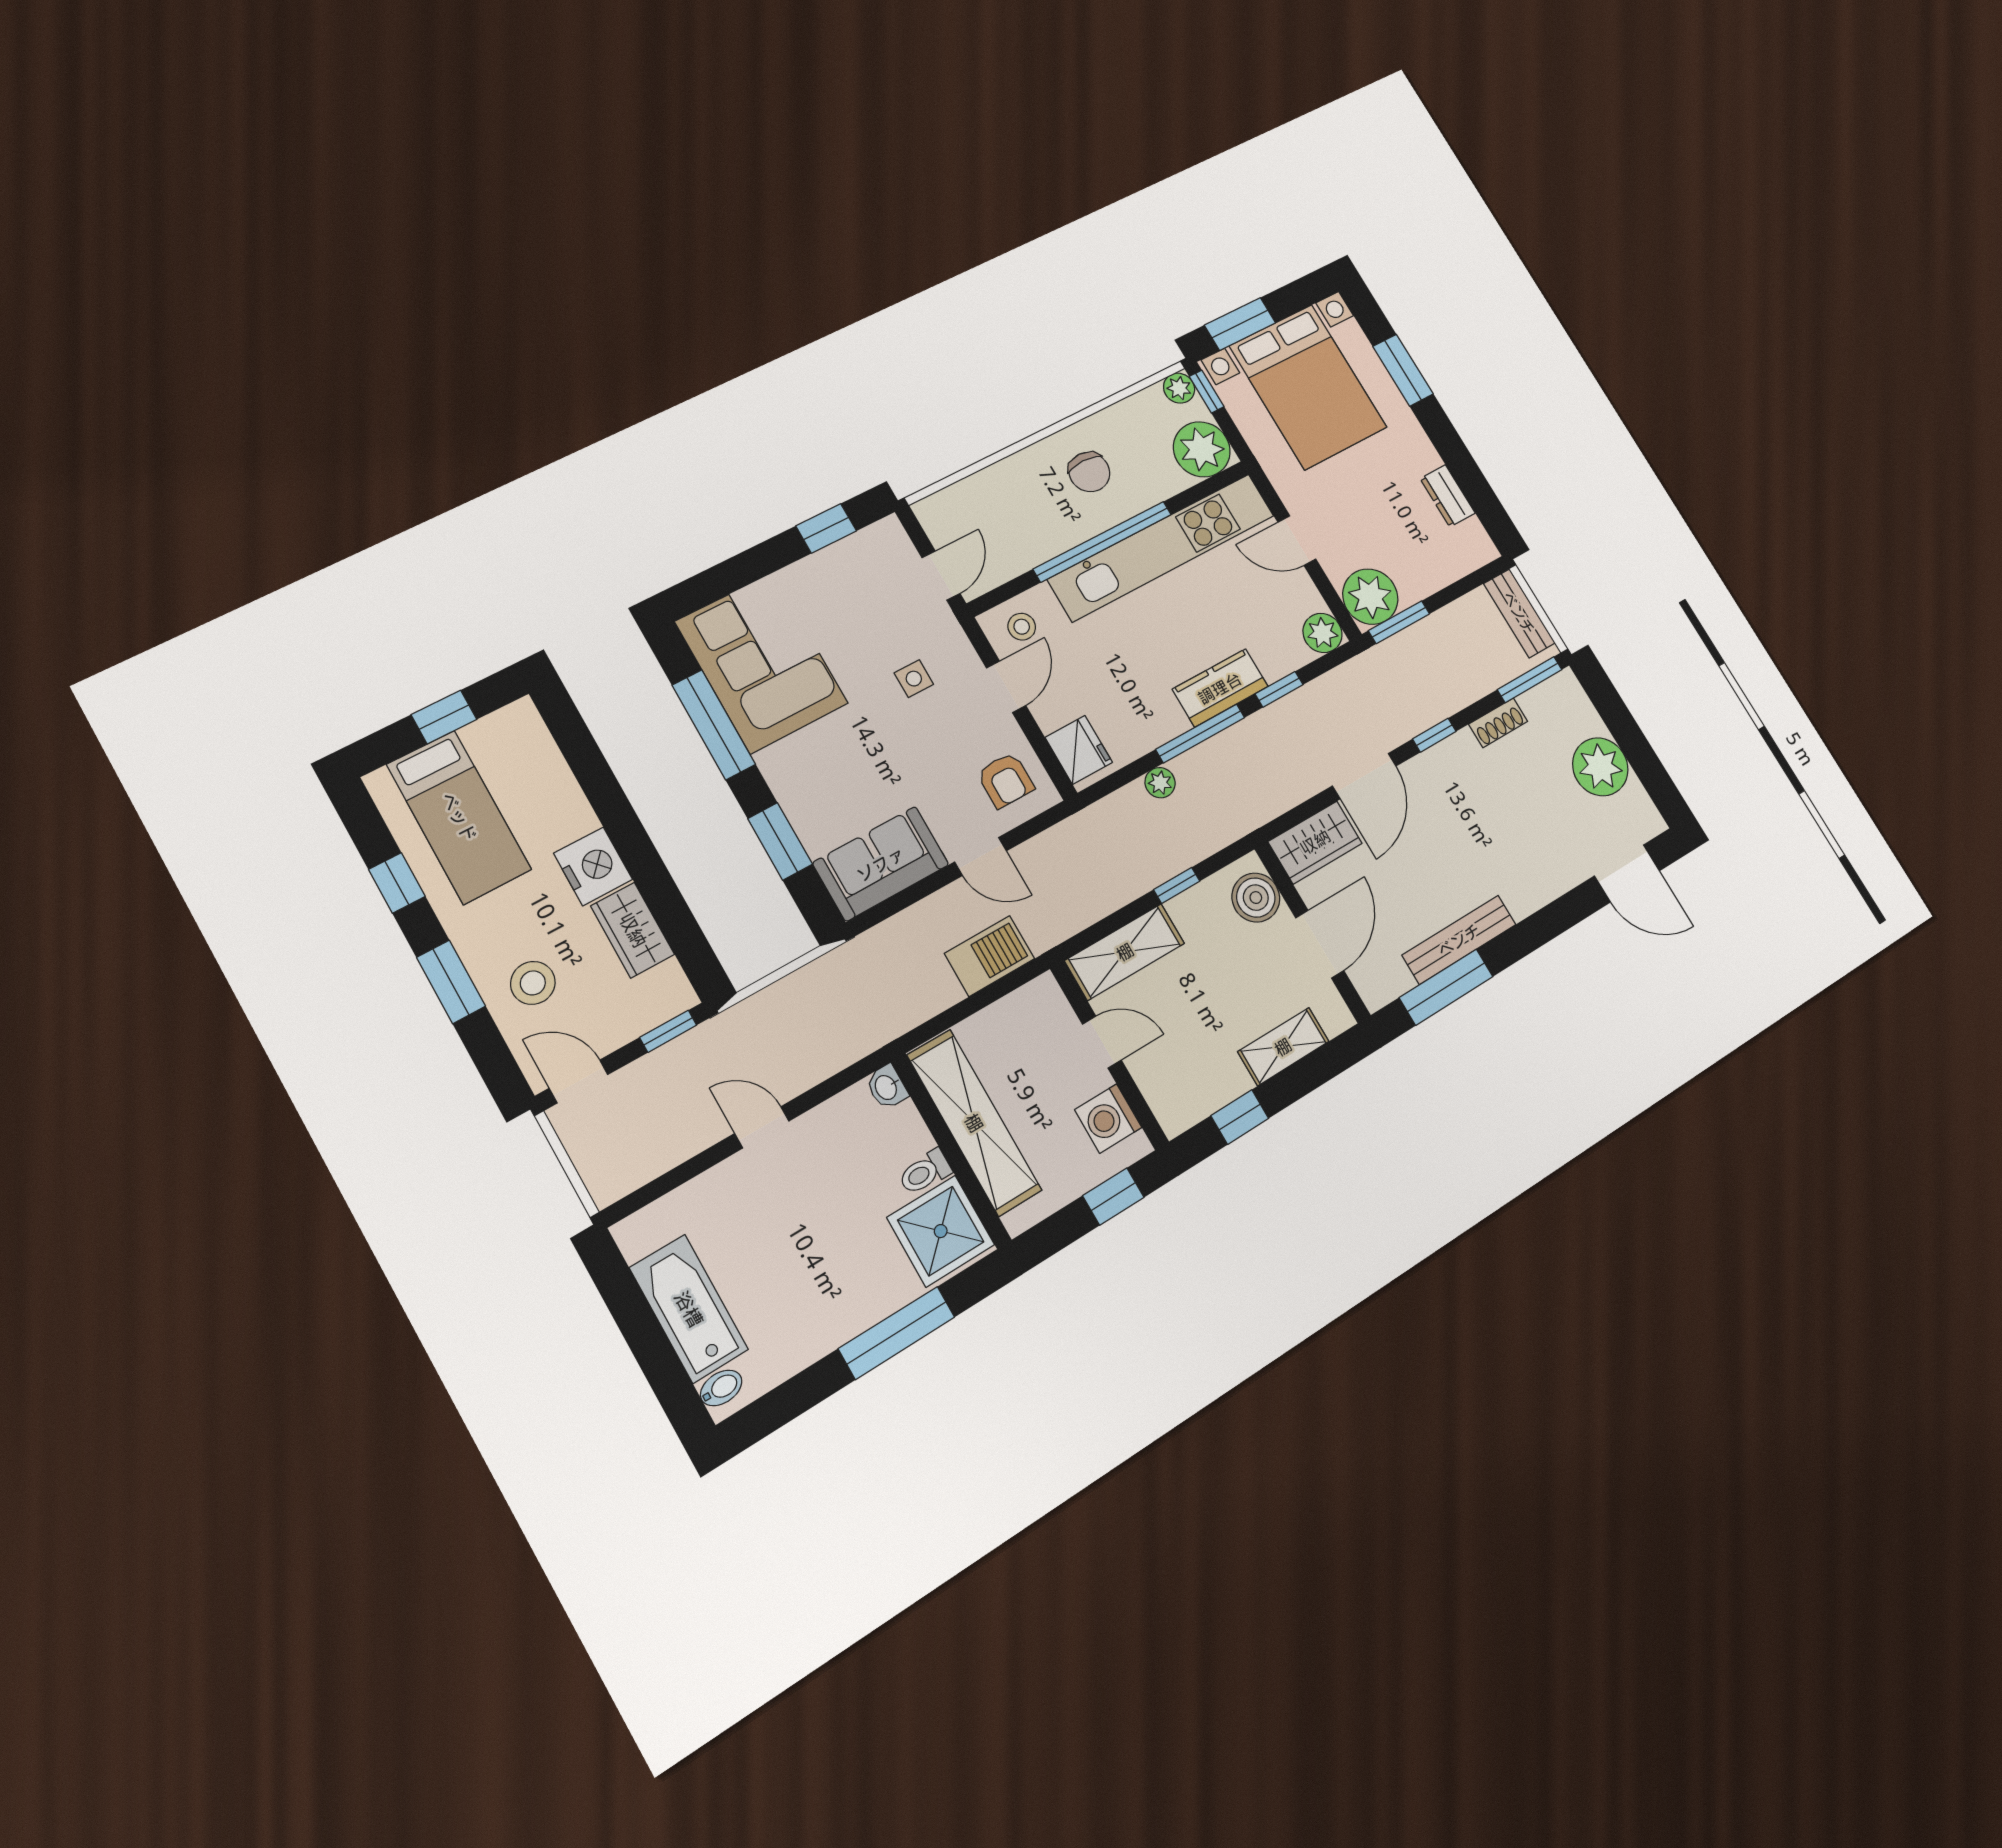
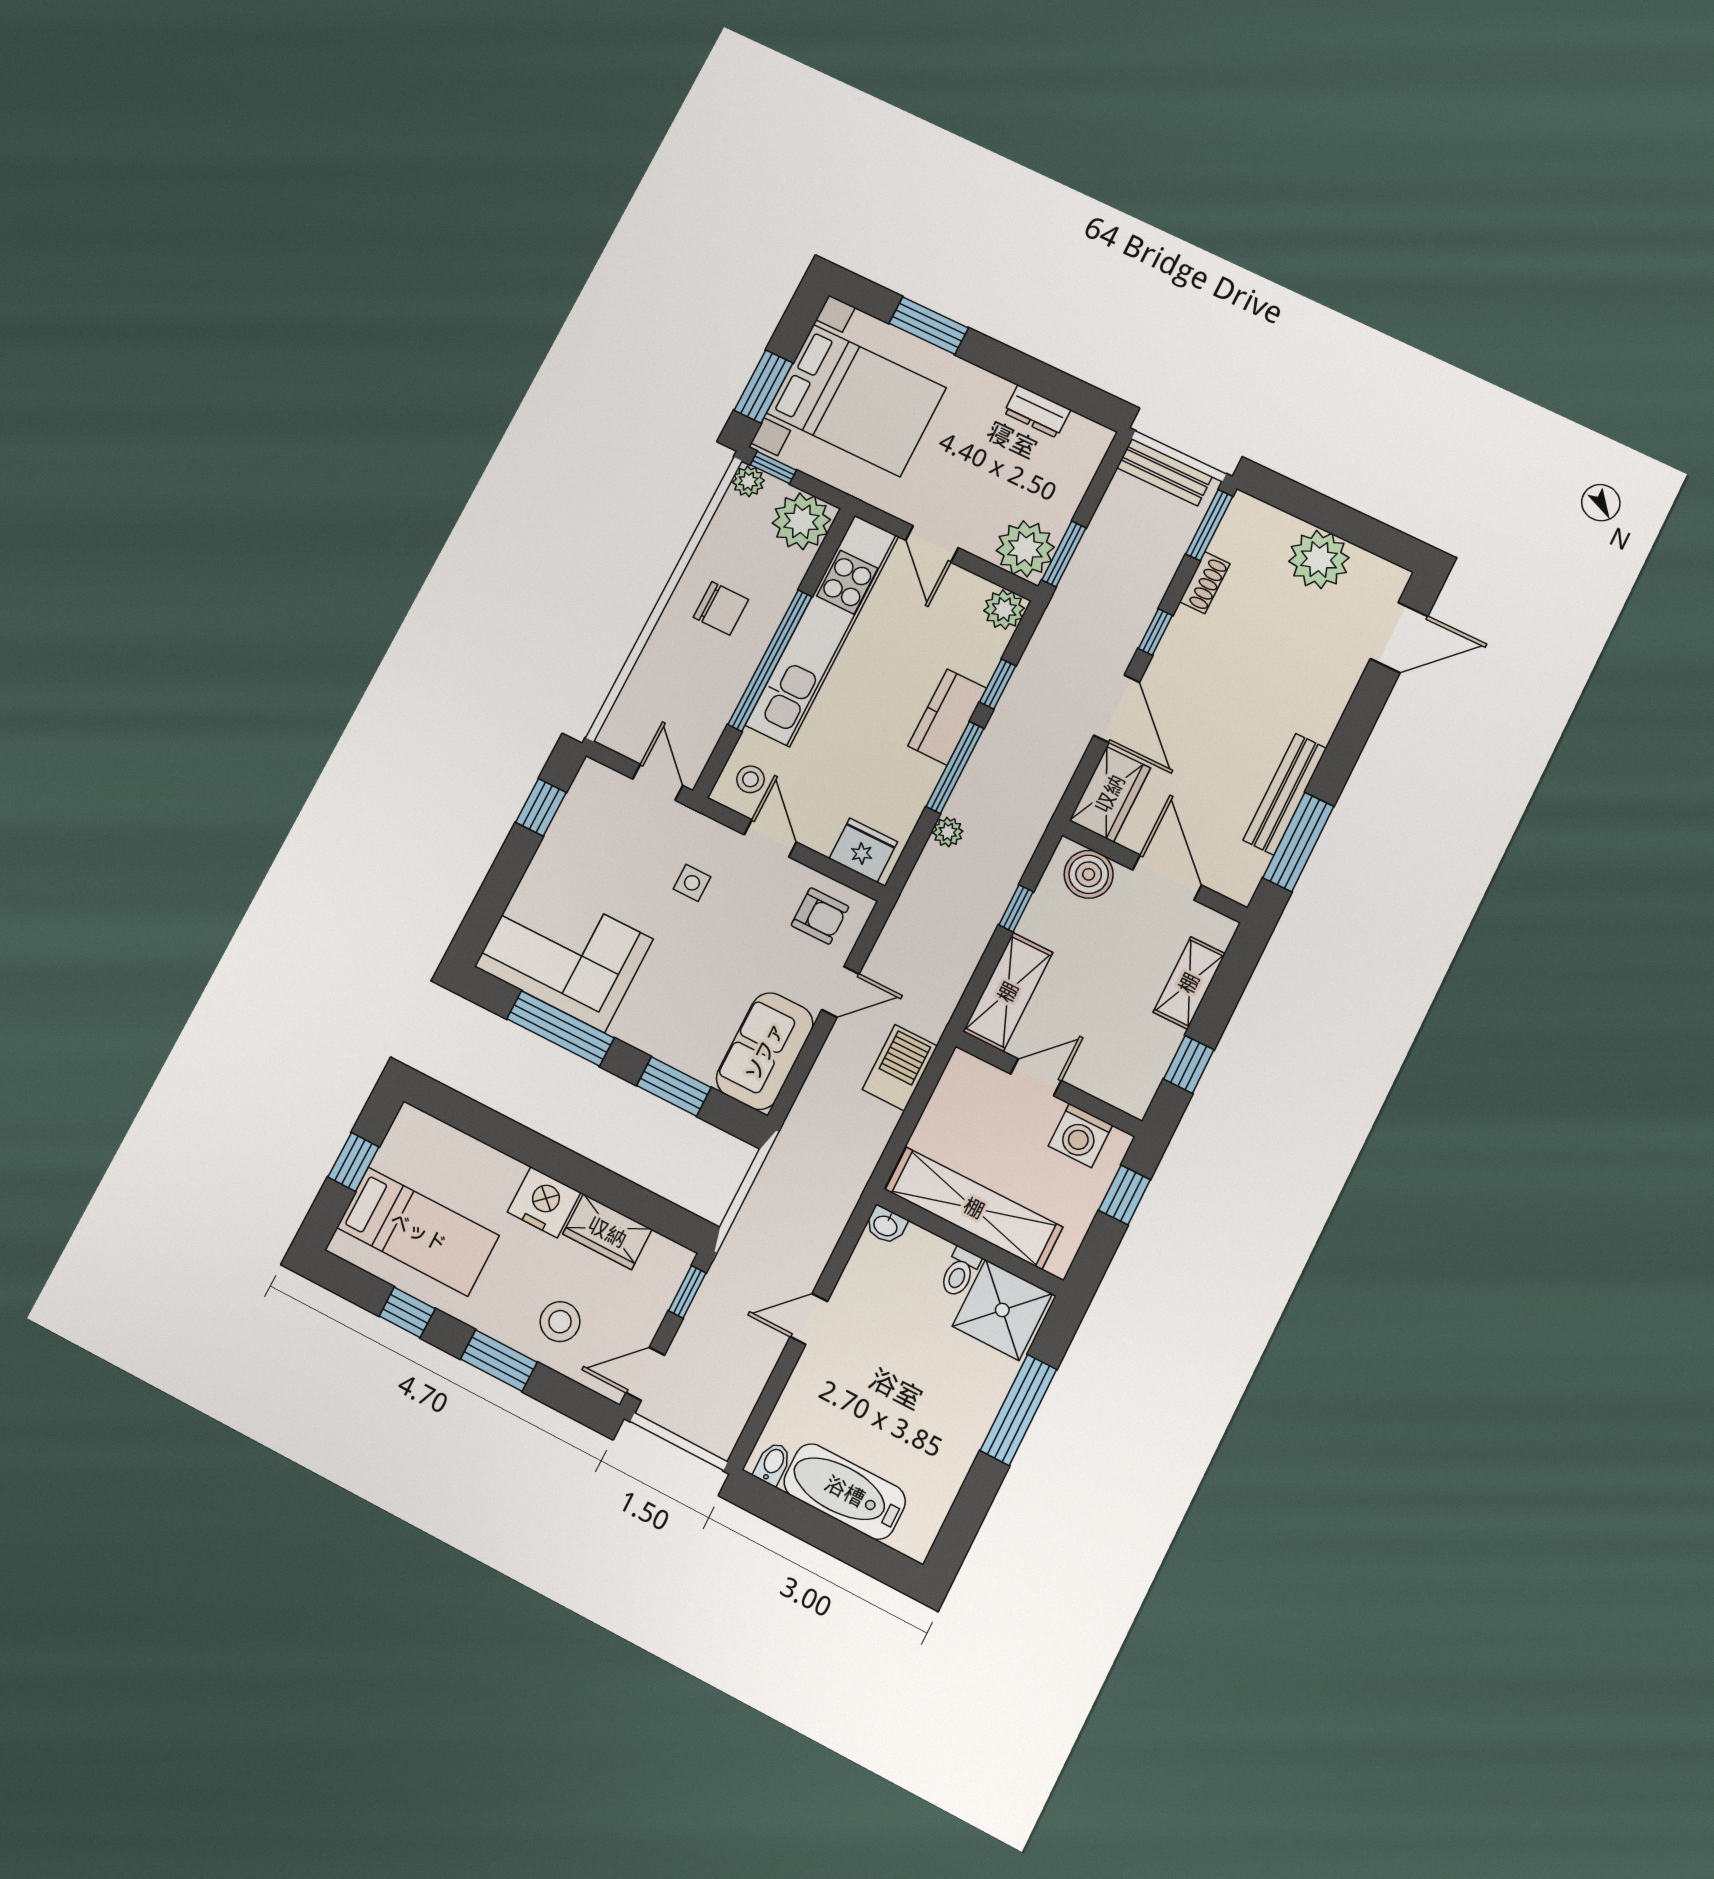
door: (1297, 541) -> (932, 544), hinge flipped
bidet: (721, 1388) -> (773, 1464), moved

